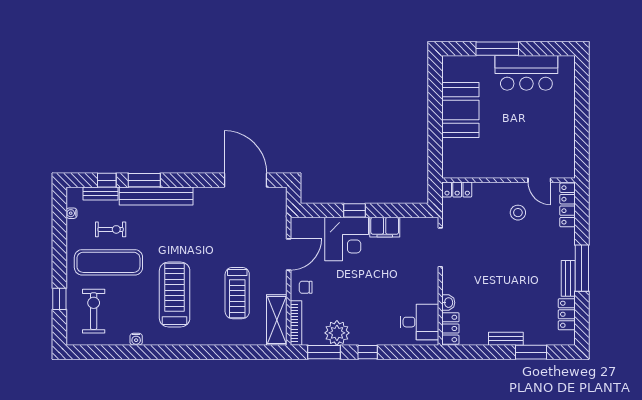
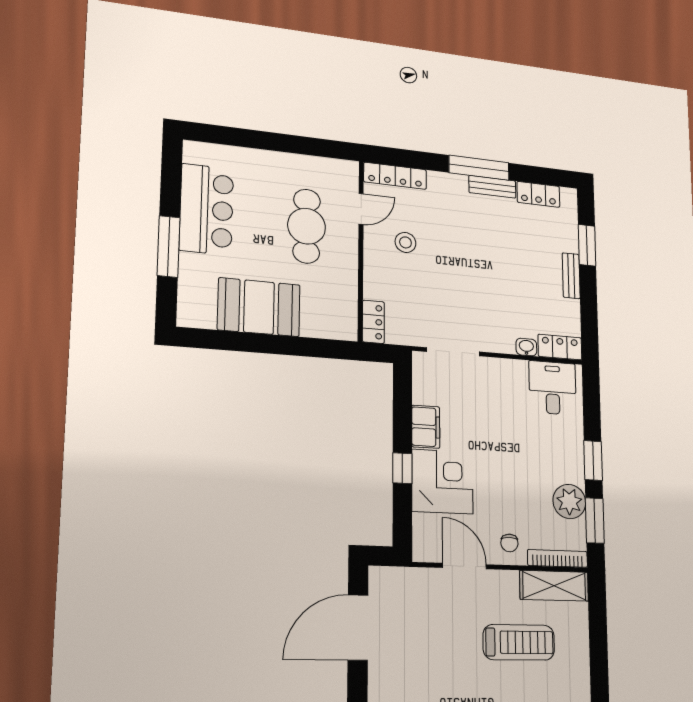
cafe table: (522, 142) -> (307, 226), added
window: (368, 352) -> (593, 461), width x1.50

